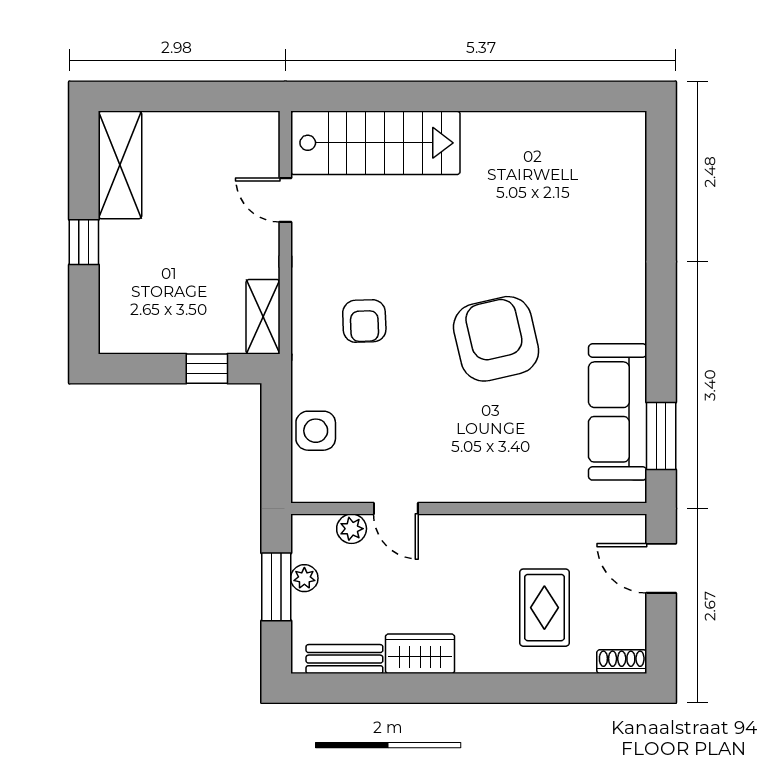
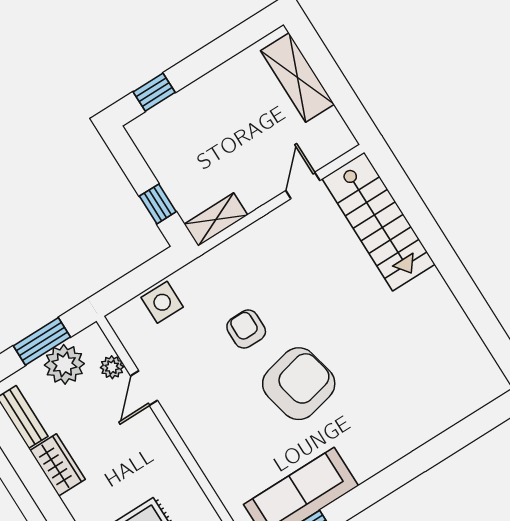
shelving: (120, 165) -> (297, 77), moved, turned 90
window: (84, 242) -> (154, 92), moved
armchair: (364, 321) -> (246, 329), moved, turned 92
plant: (304, 578) -> (64, 364), width x1.88, depth x1.88

